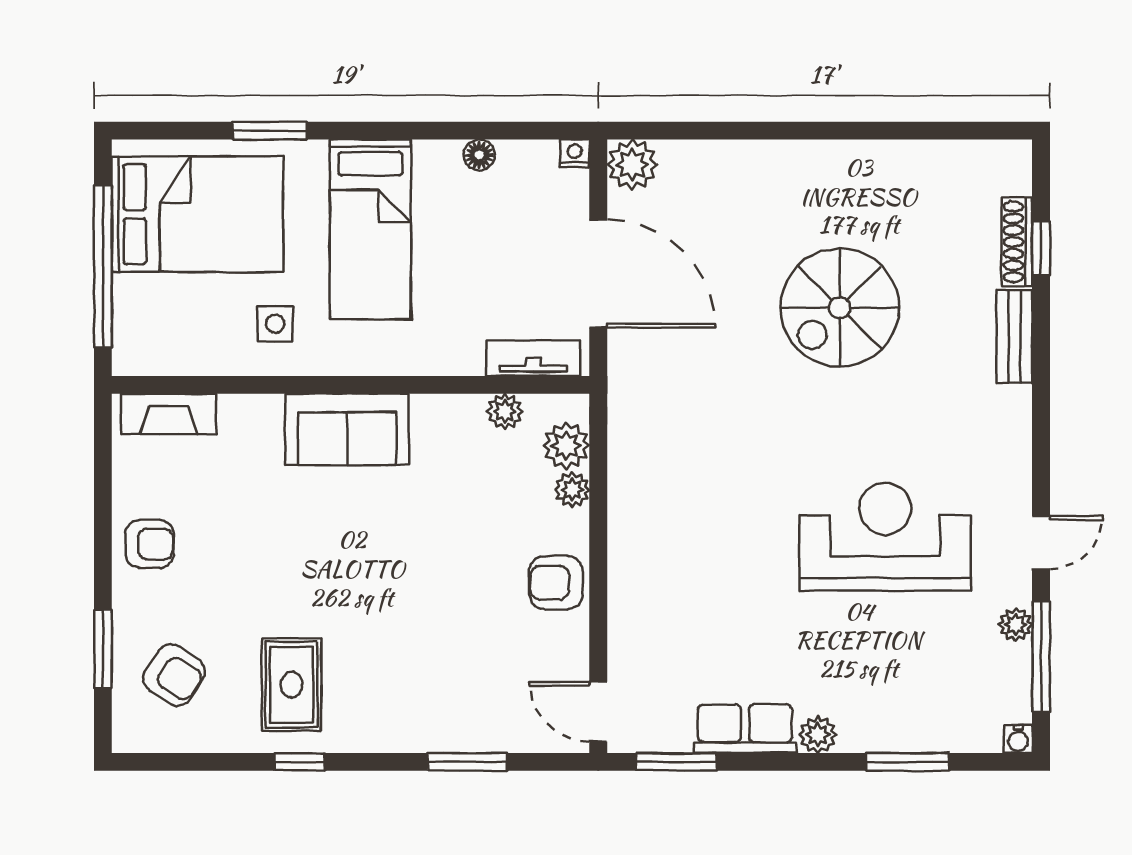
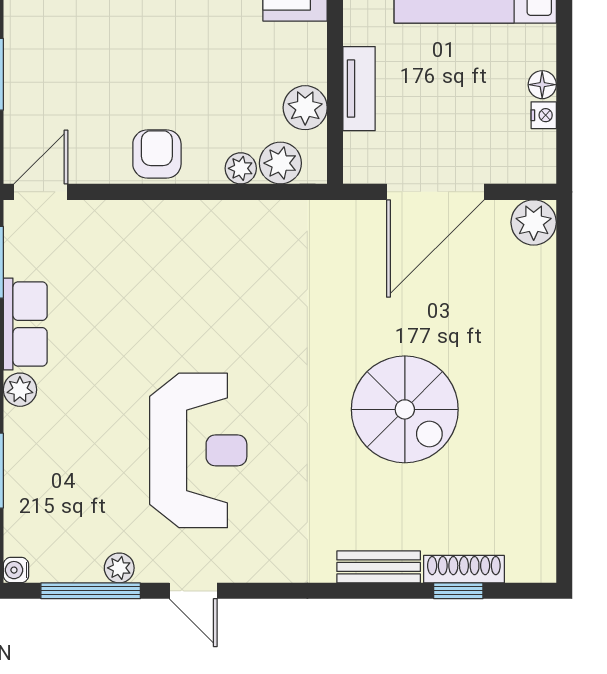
nightstand: (575, 153) -> (544, 115), moved
spiral stairs: (840, 308) -> (405, 409), turned 180
tv unit: (533, 358) -> (359, 89), moved
plant: (505, 411) -> (305, 108), width x1.38, depth x1.38

